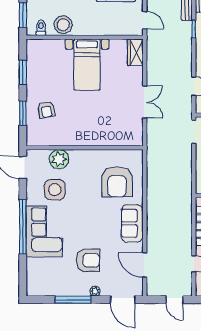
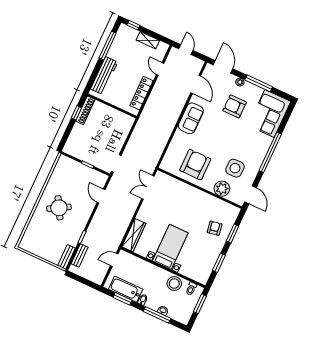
door: (145, 20) -> (114, 260), hinge flipped
wardrobe: (135, 52) -> (134, 235), width x1.50
double door: (145, 102) -> (148, 187), moved
armchair: (117, 182) -> (195, 165), moved
corner sofa: (44, 231) -> (269, 113), moved

